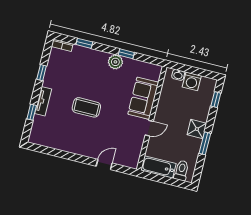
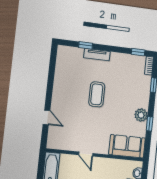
window: (42, 73) -> (138, 52), moved
sofa: (143, 98) -> (127, 146), moved

